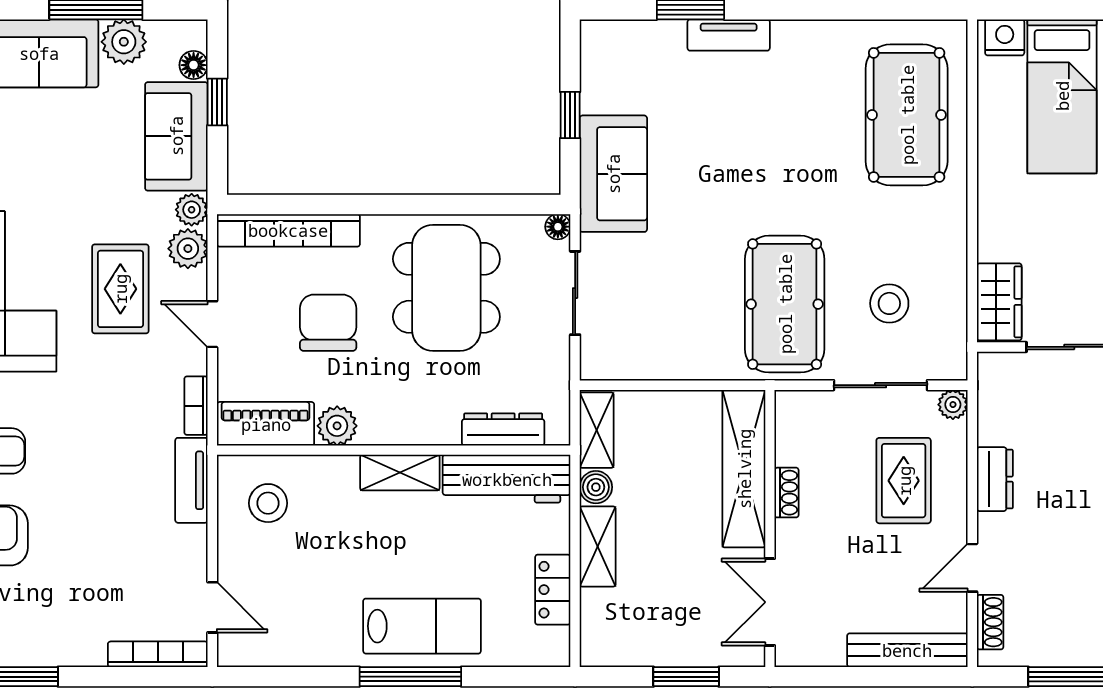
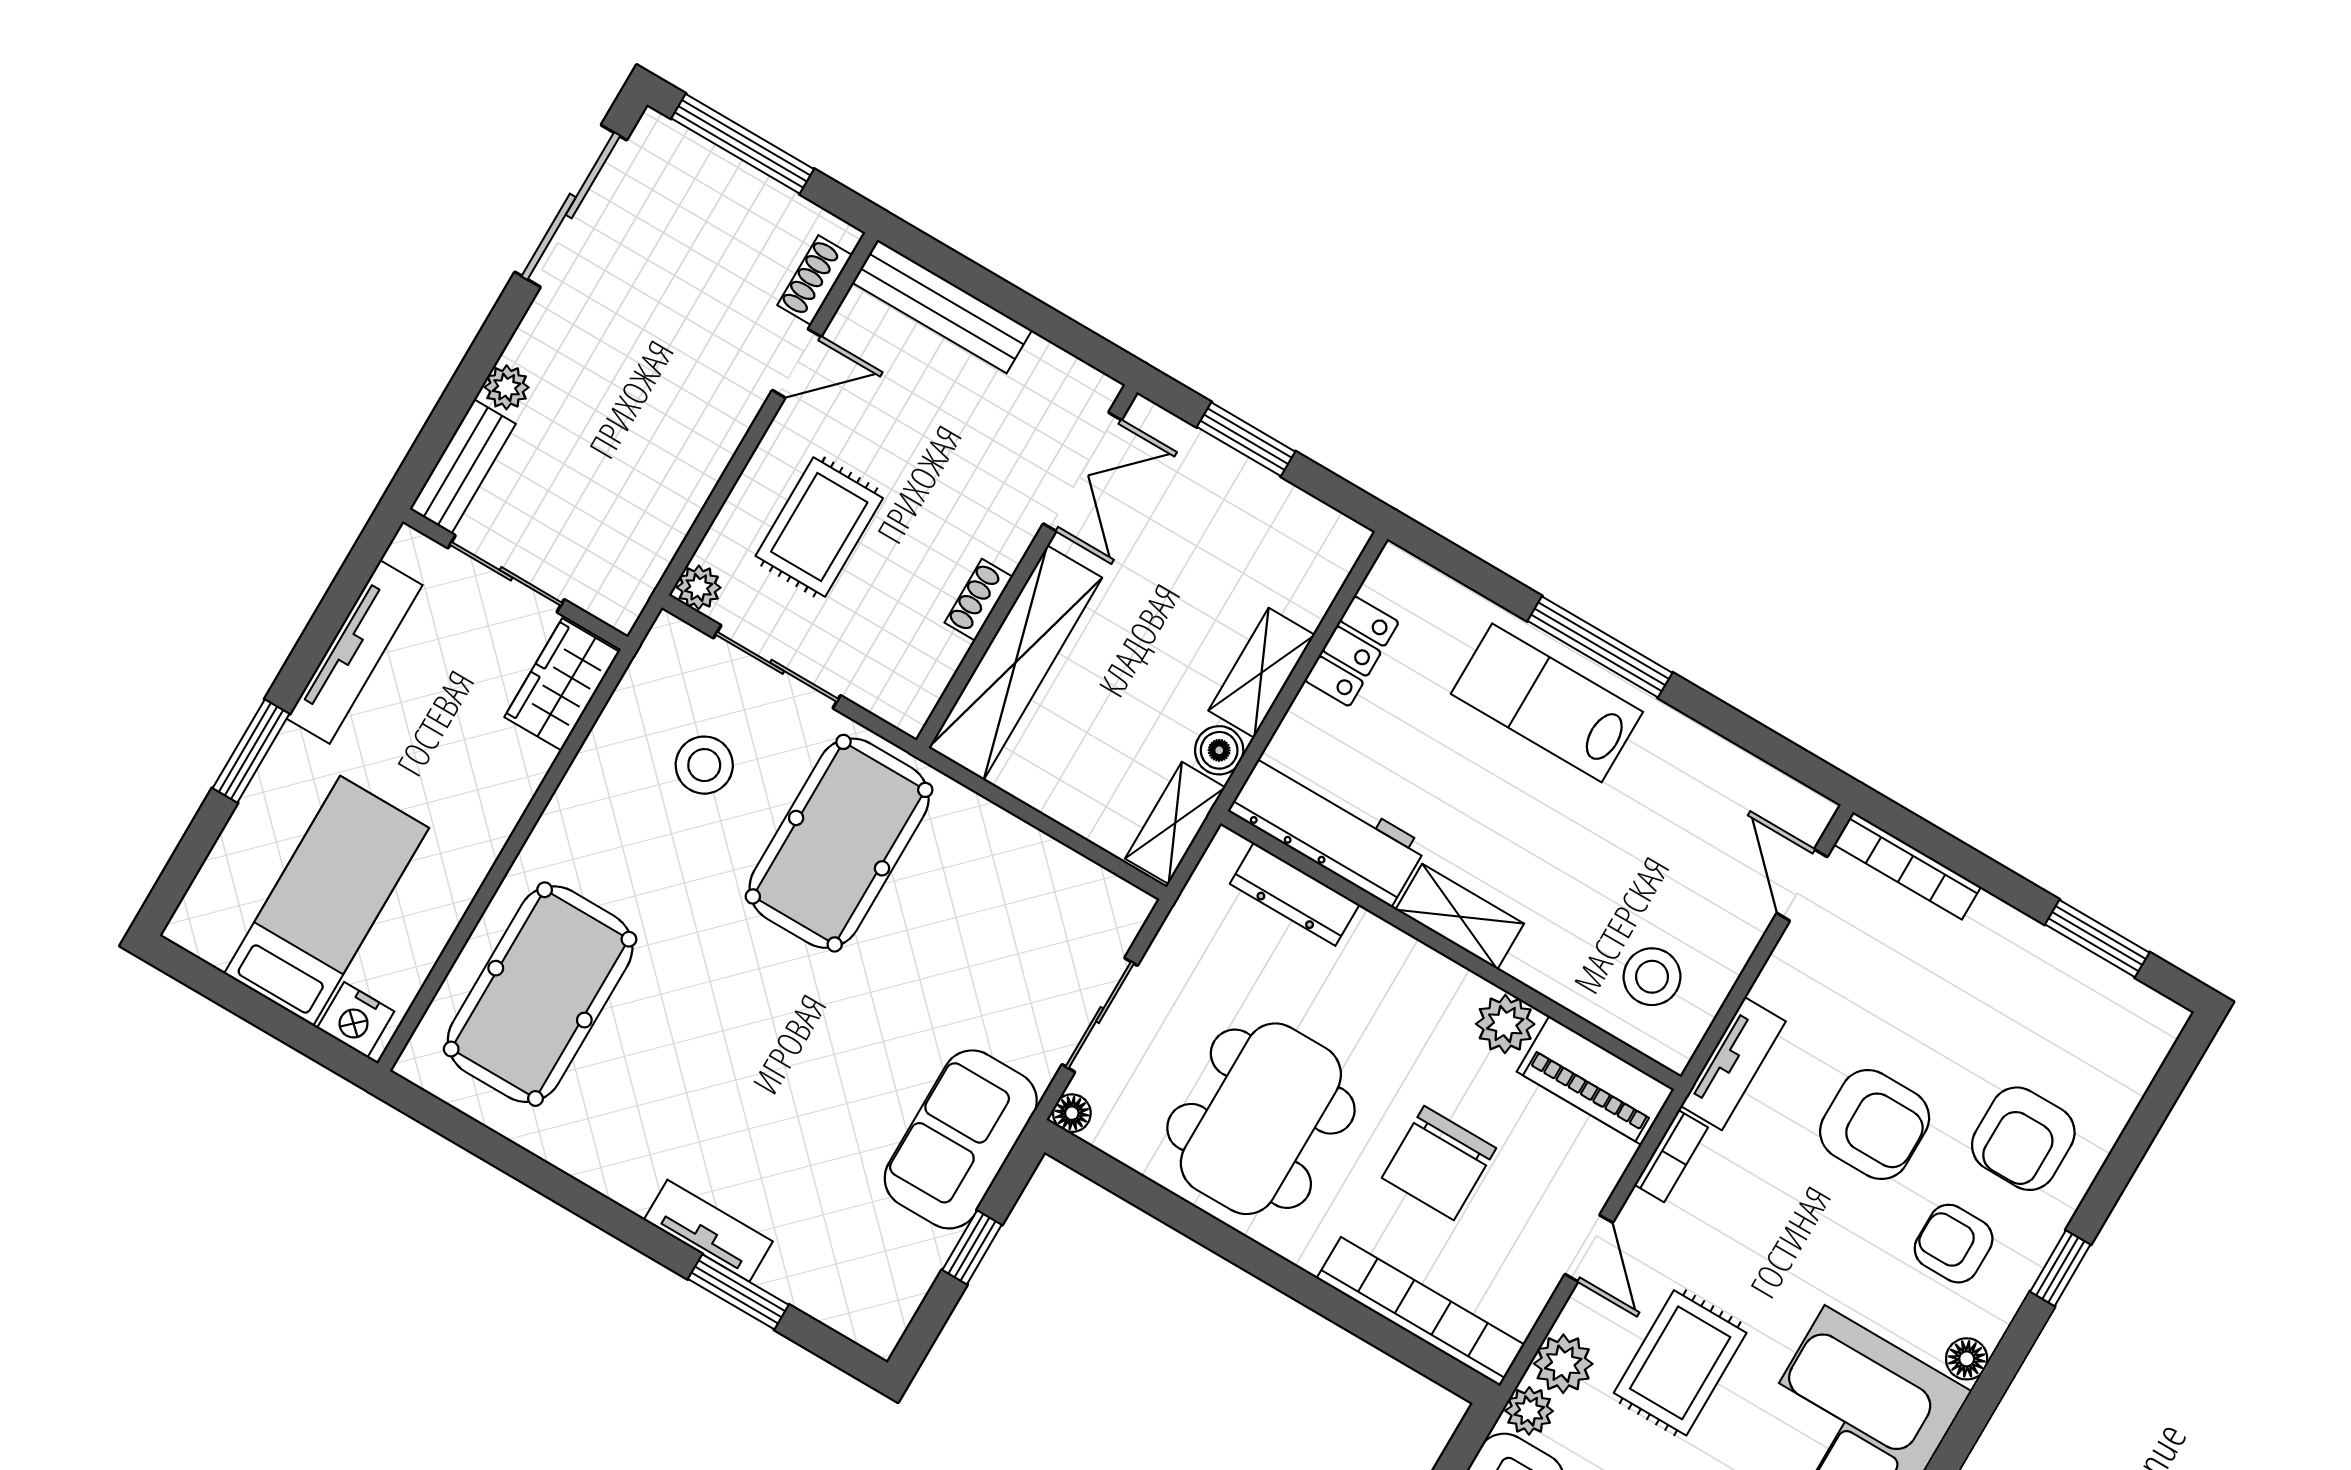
dresser: (995, 479) -> (701, 460), removed
armchair: (89, 493) -> (1875, 1125), added

